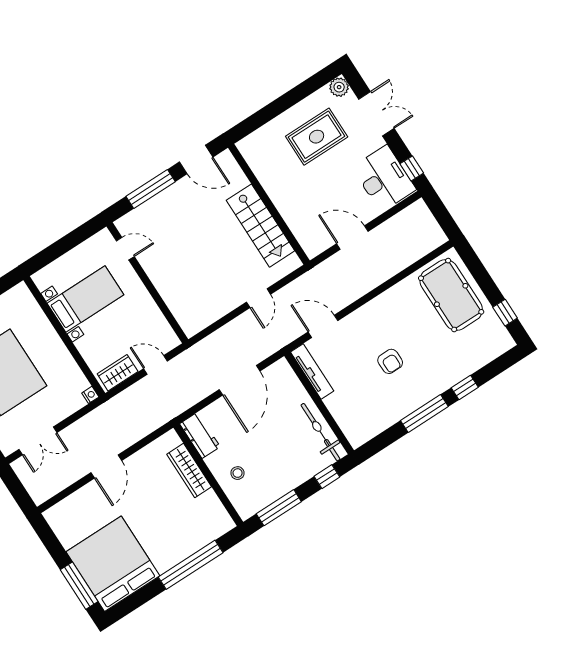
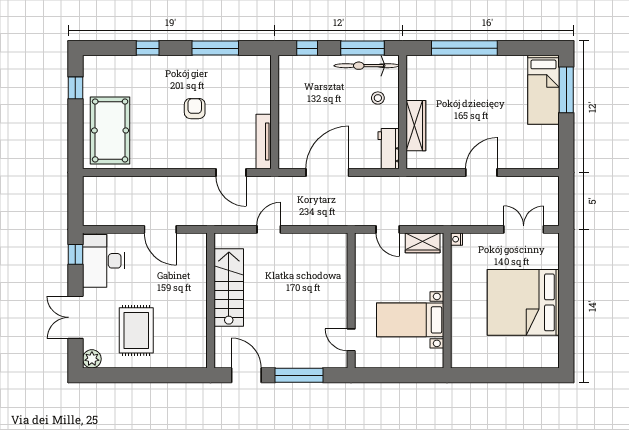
rug: (317, 137) -> (136, 330), turned 90
window: (424, 414) -> (215, 48), moved
bicycle: (320, 432) -> (367, 66), moved, turned 90
bed: (113, 564) -> (543, 90), width x0.49

